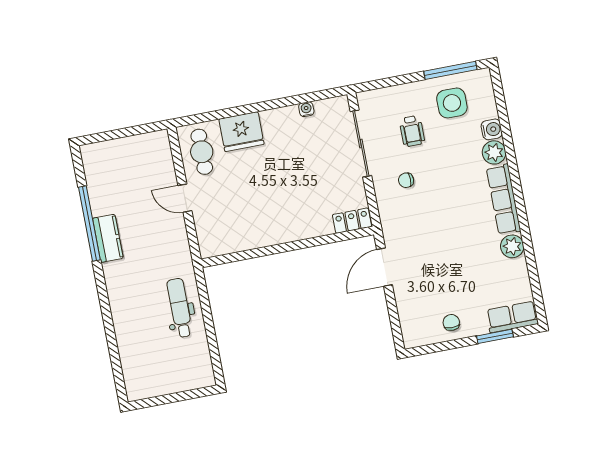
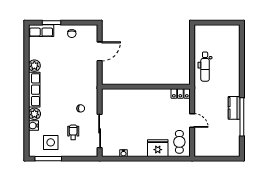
locker: (352, 221) -> (180, 94), moved
door: (385, 267) -> (100, 51), moved

